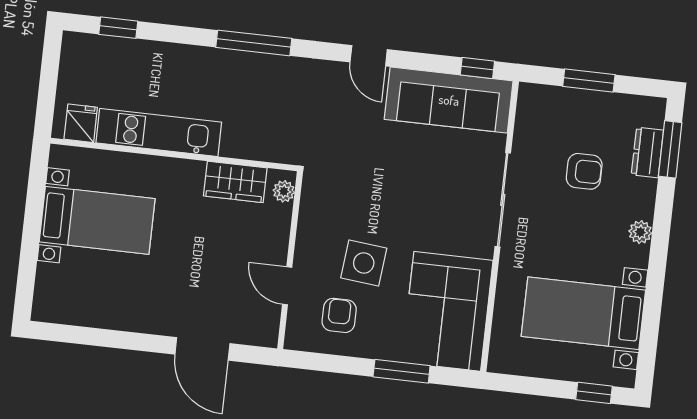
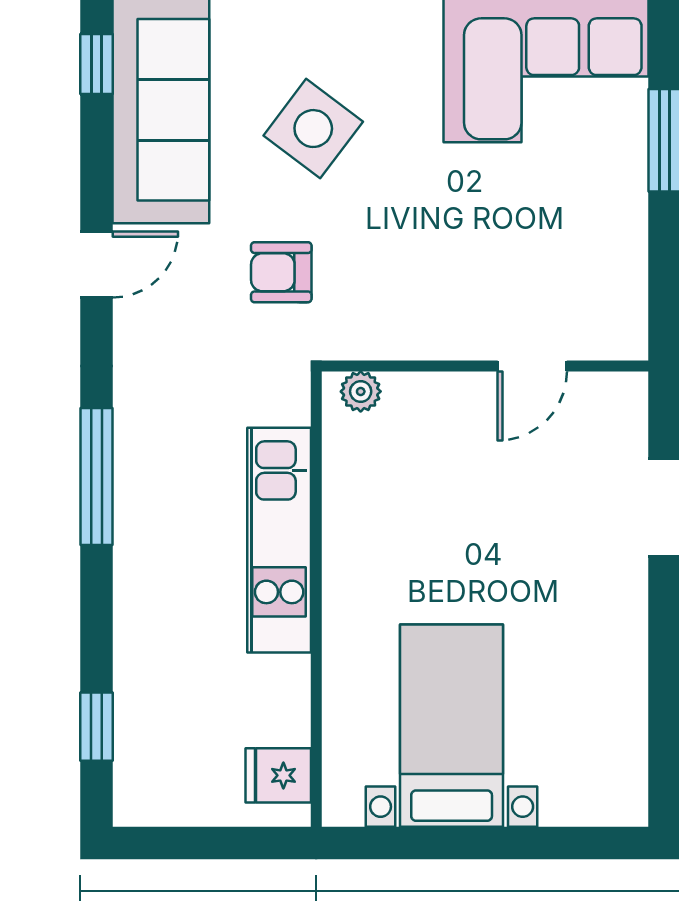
kitchen unit: (159, 132) -> (279, 540), moved
wardrobe: (235, 182) -> (354, 482), removed
side table: (364, 263) -> (313, 129), moved, turned 31
armchair: (339, 315) -> (281, 272), moved

